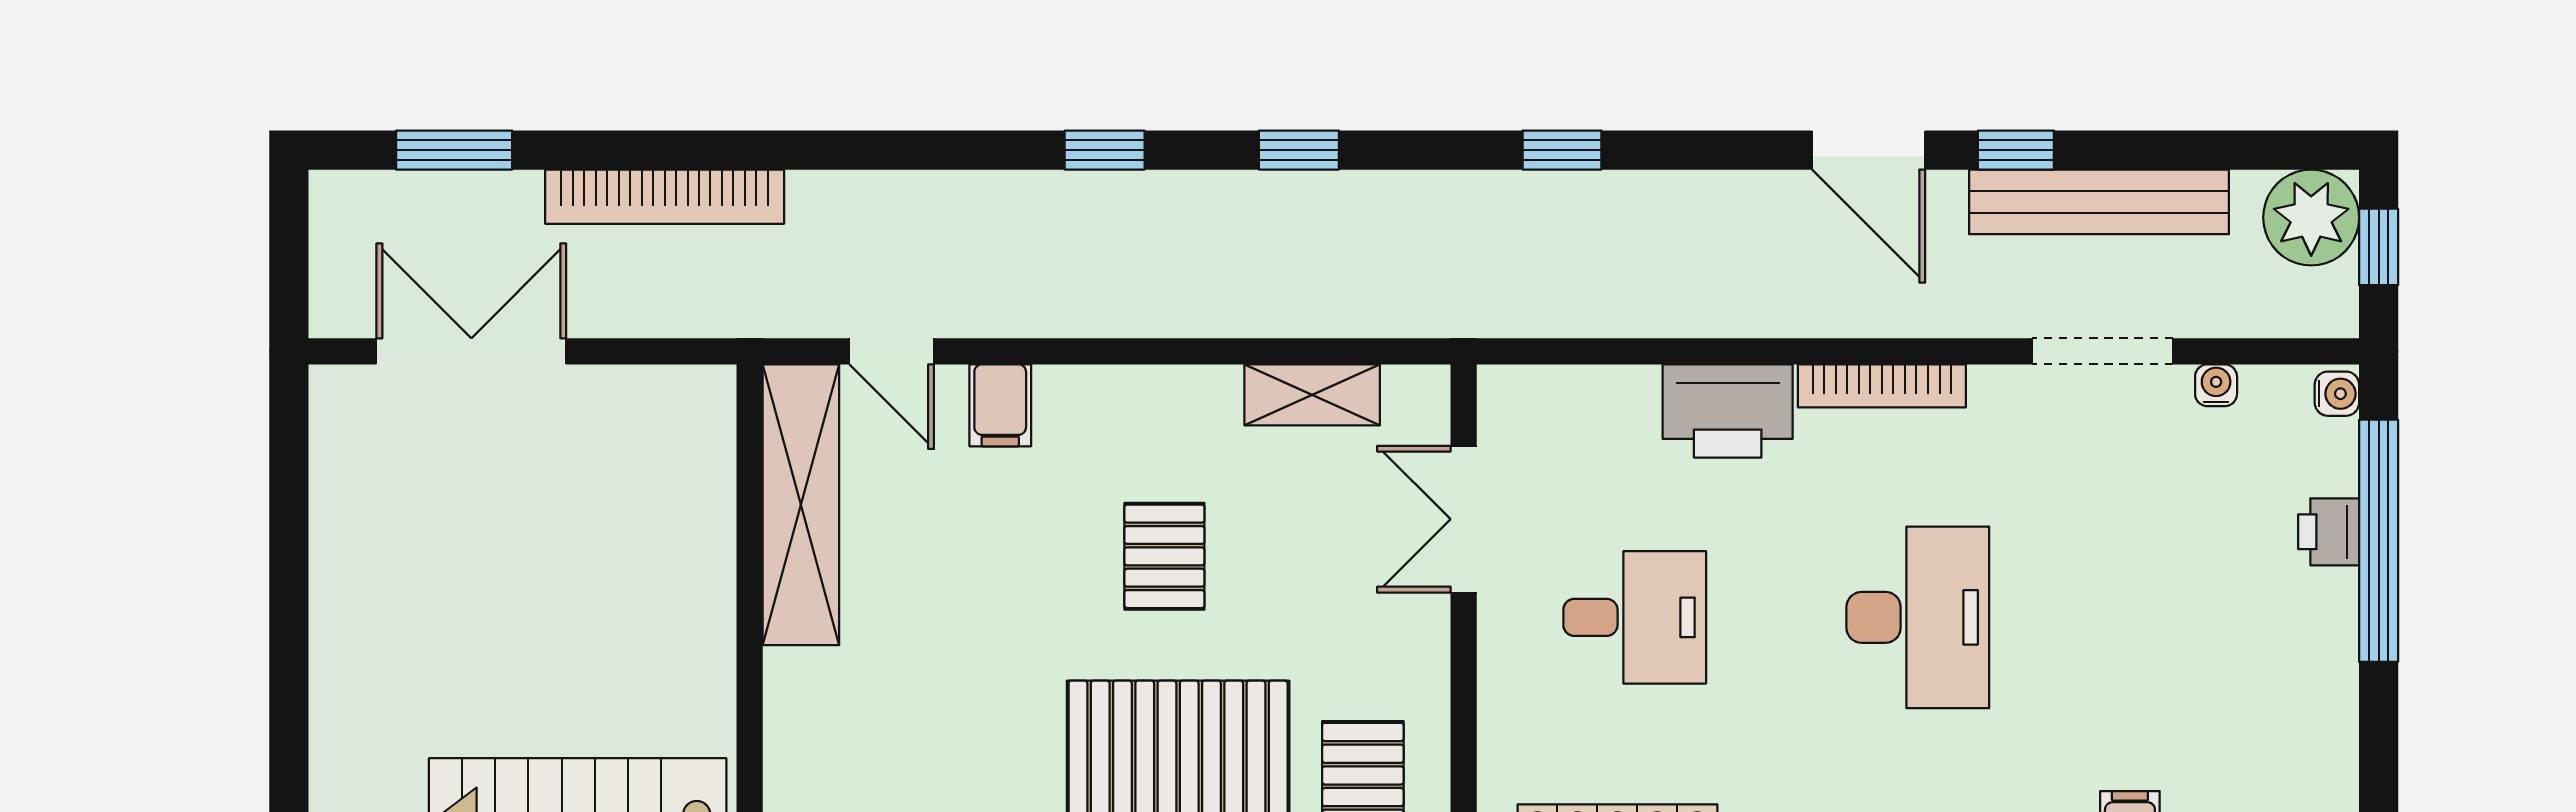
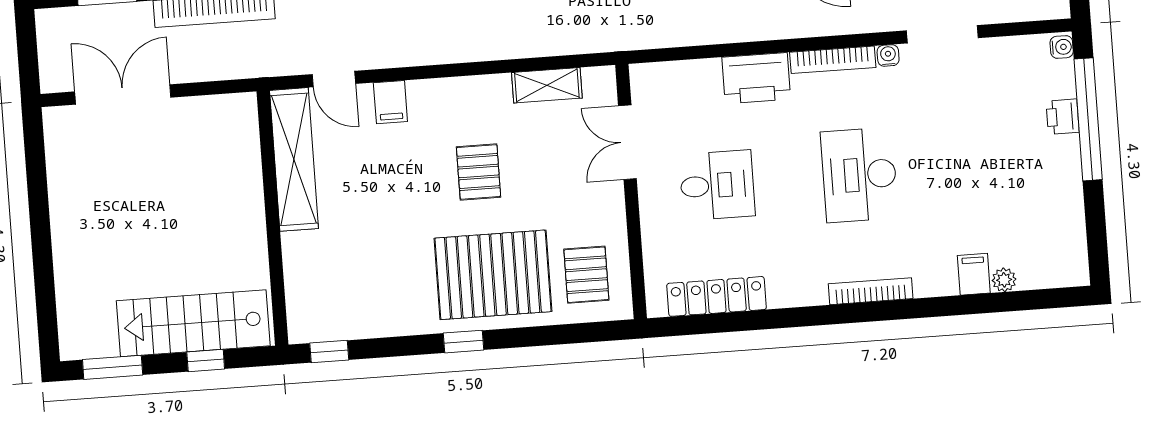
water cooler: (2216, 385) -> (888, 55), moved
desk: (1918, 617) -> (859, 175), turned 180

